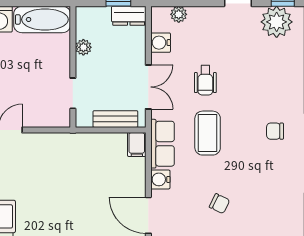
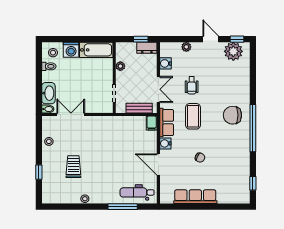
plant: (179, 14) -> (186, 47), moved
chair: (275, 131) -> (232, 115), width x1.87, depth x1.87

